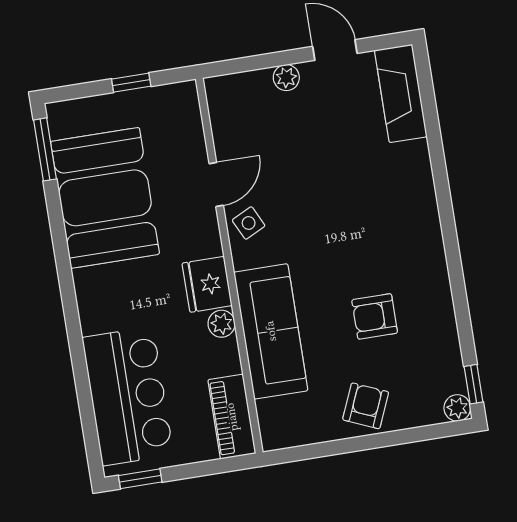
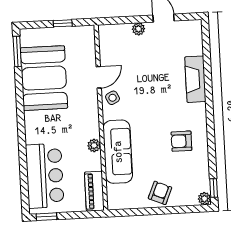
fireplace: (401, 93) -> (195, 79), moved
fridge: (207, 284) -> (89, 126), removed
armchair: (375, 316) -> (181, 141), moved

